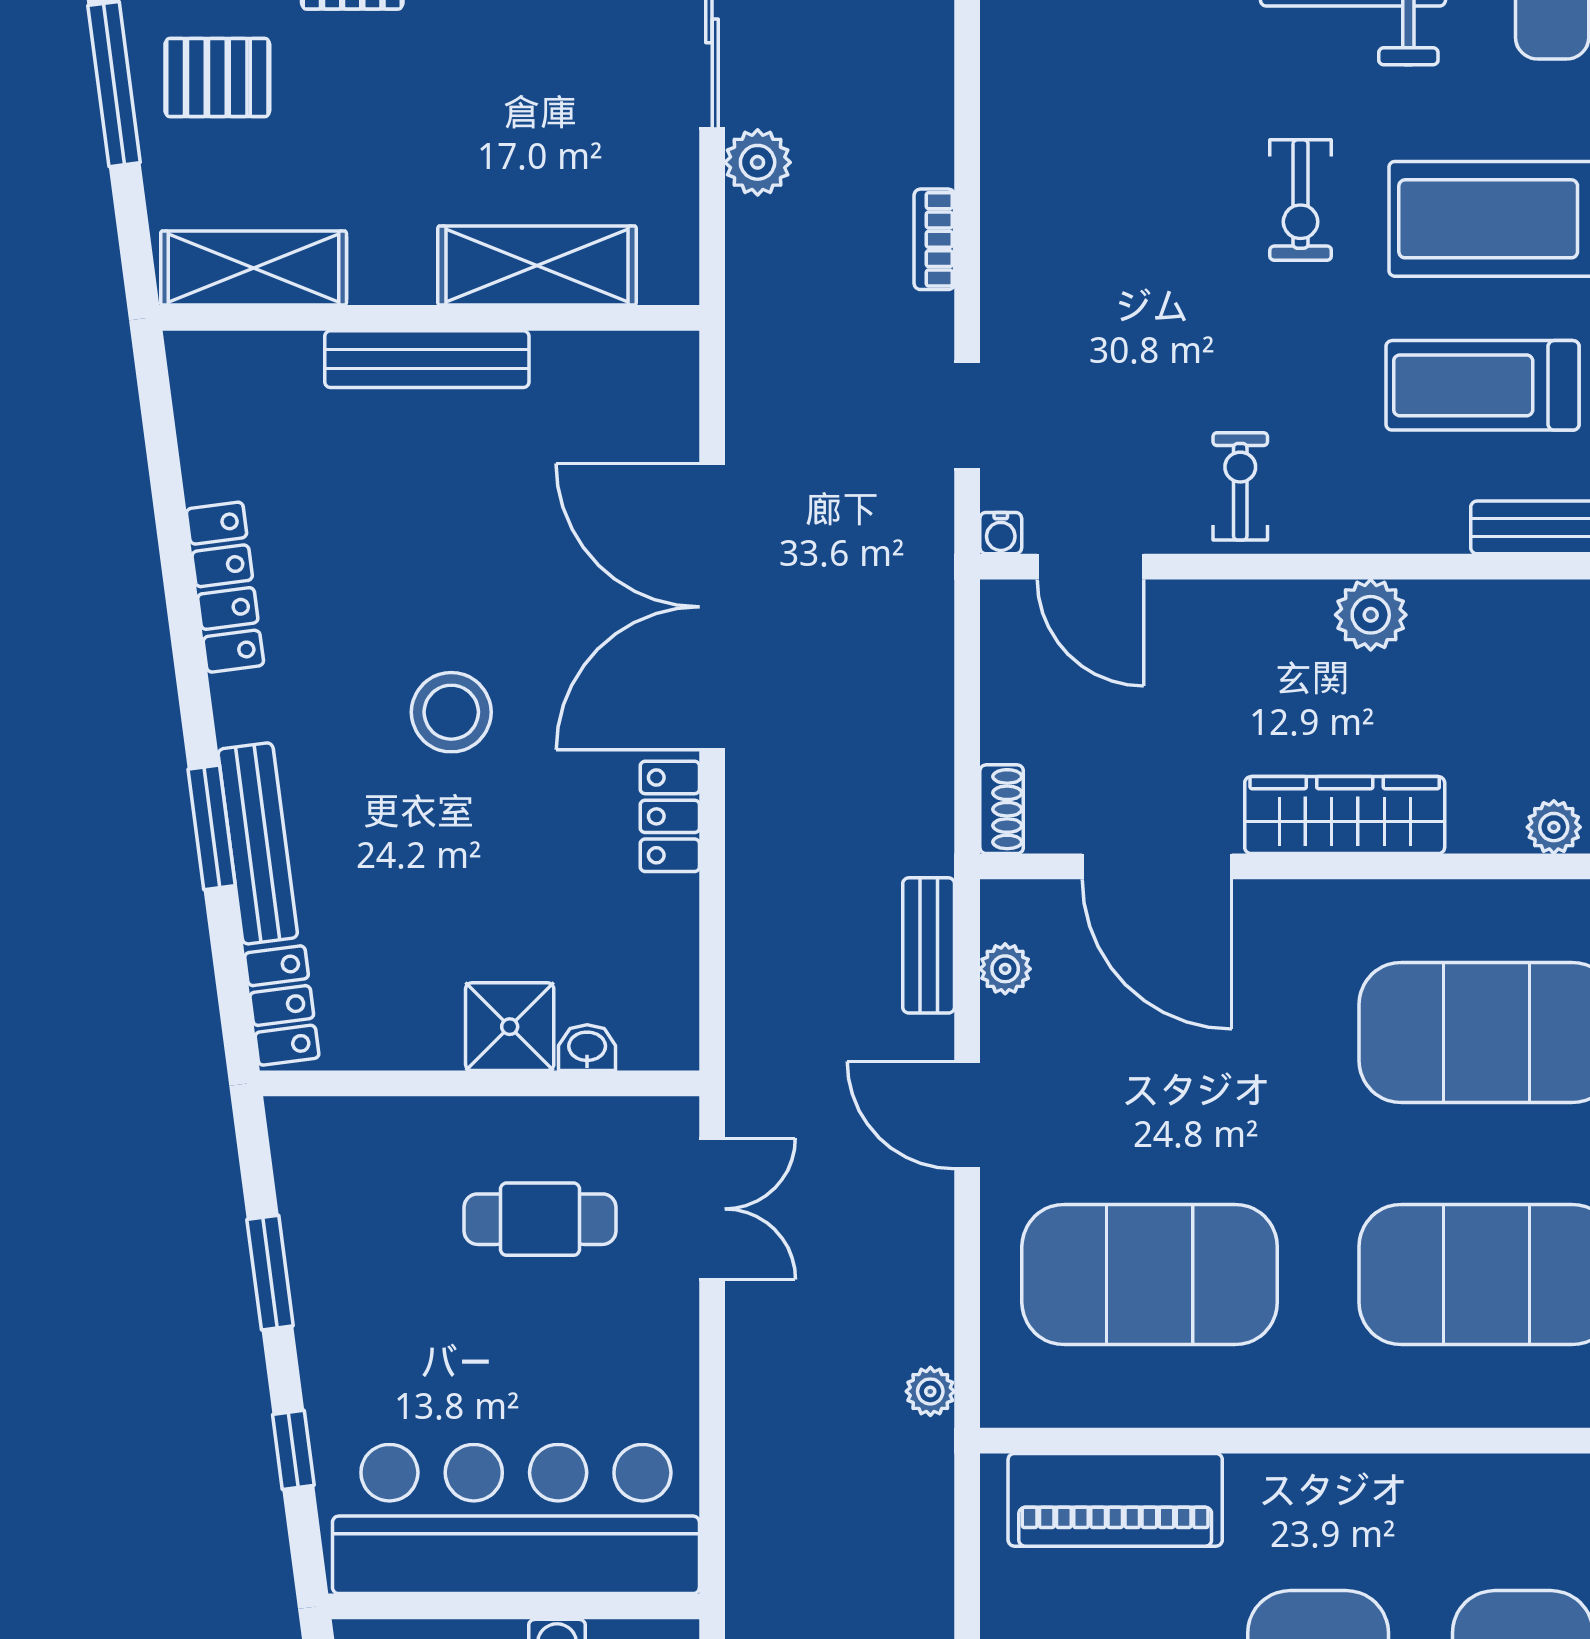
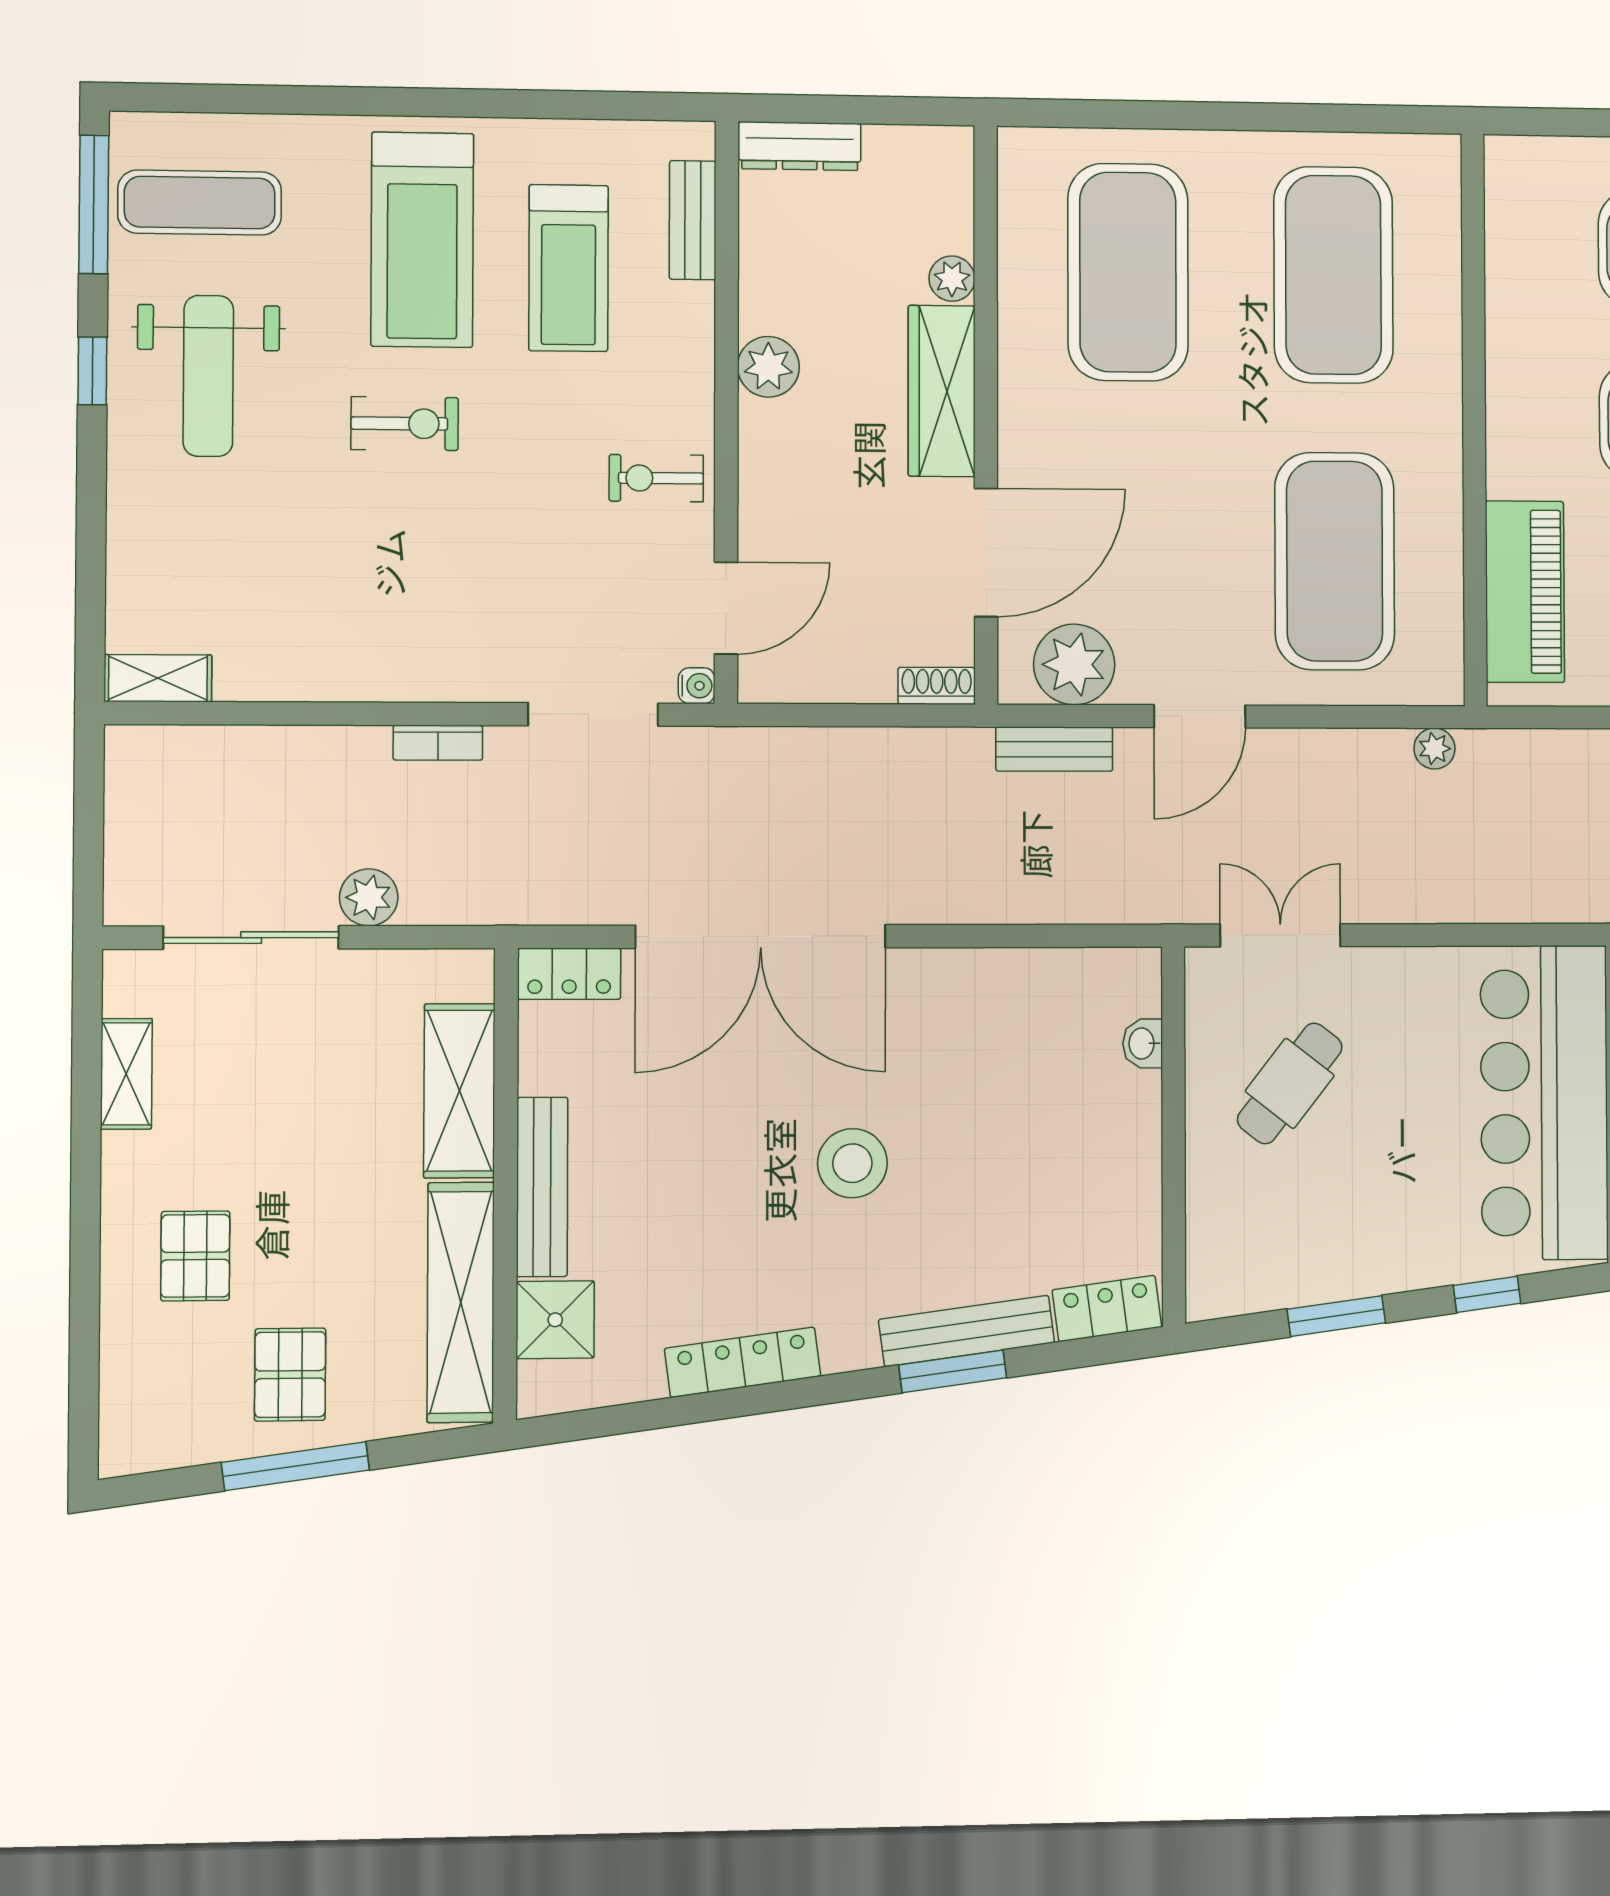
shelving: (254, 268) -> (461, 1302), width x1.47
doorway: (967, 415) -> (593, 714), width x1.38
locker: (670, 816) -> (569, 974), moved
plant: (1554, 827) -> (952, 279), moved
plant: (1005, 969) -> (1074, 664), width x1.88, depth x1.88
shower: (510, 1027) -> (555, 1320), moved
cafe table: (540, 1219) -> (1290, 1083), turned 38

